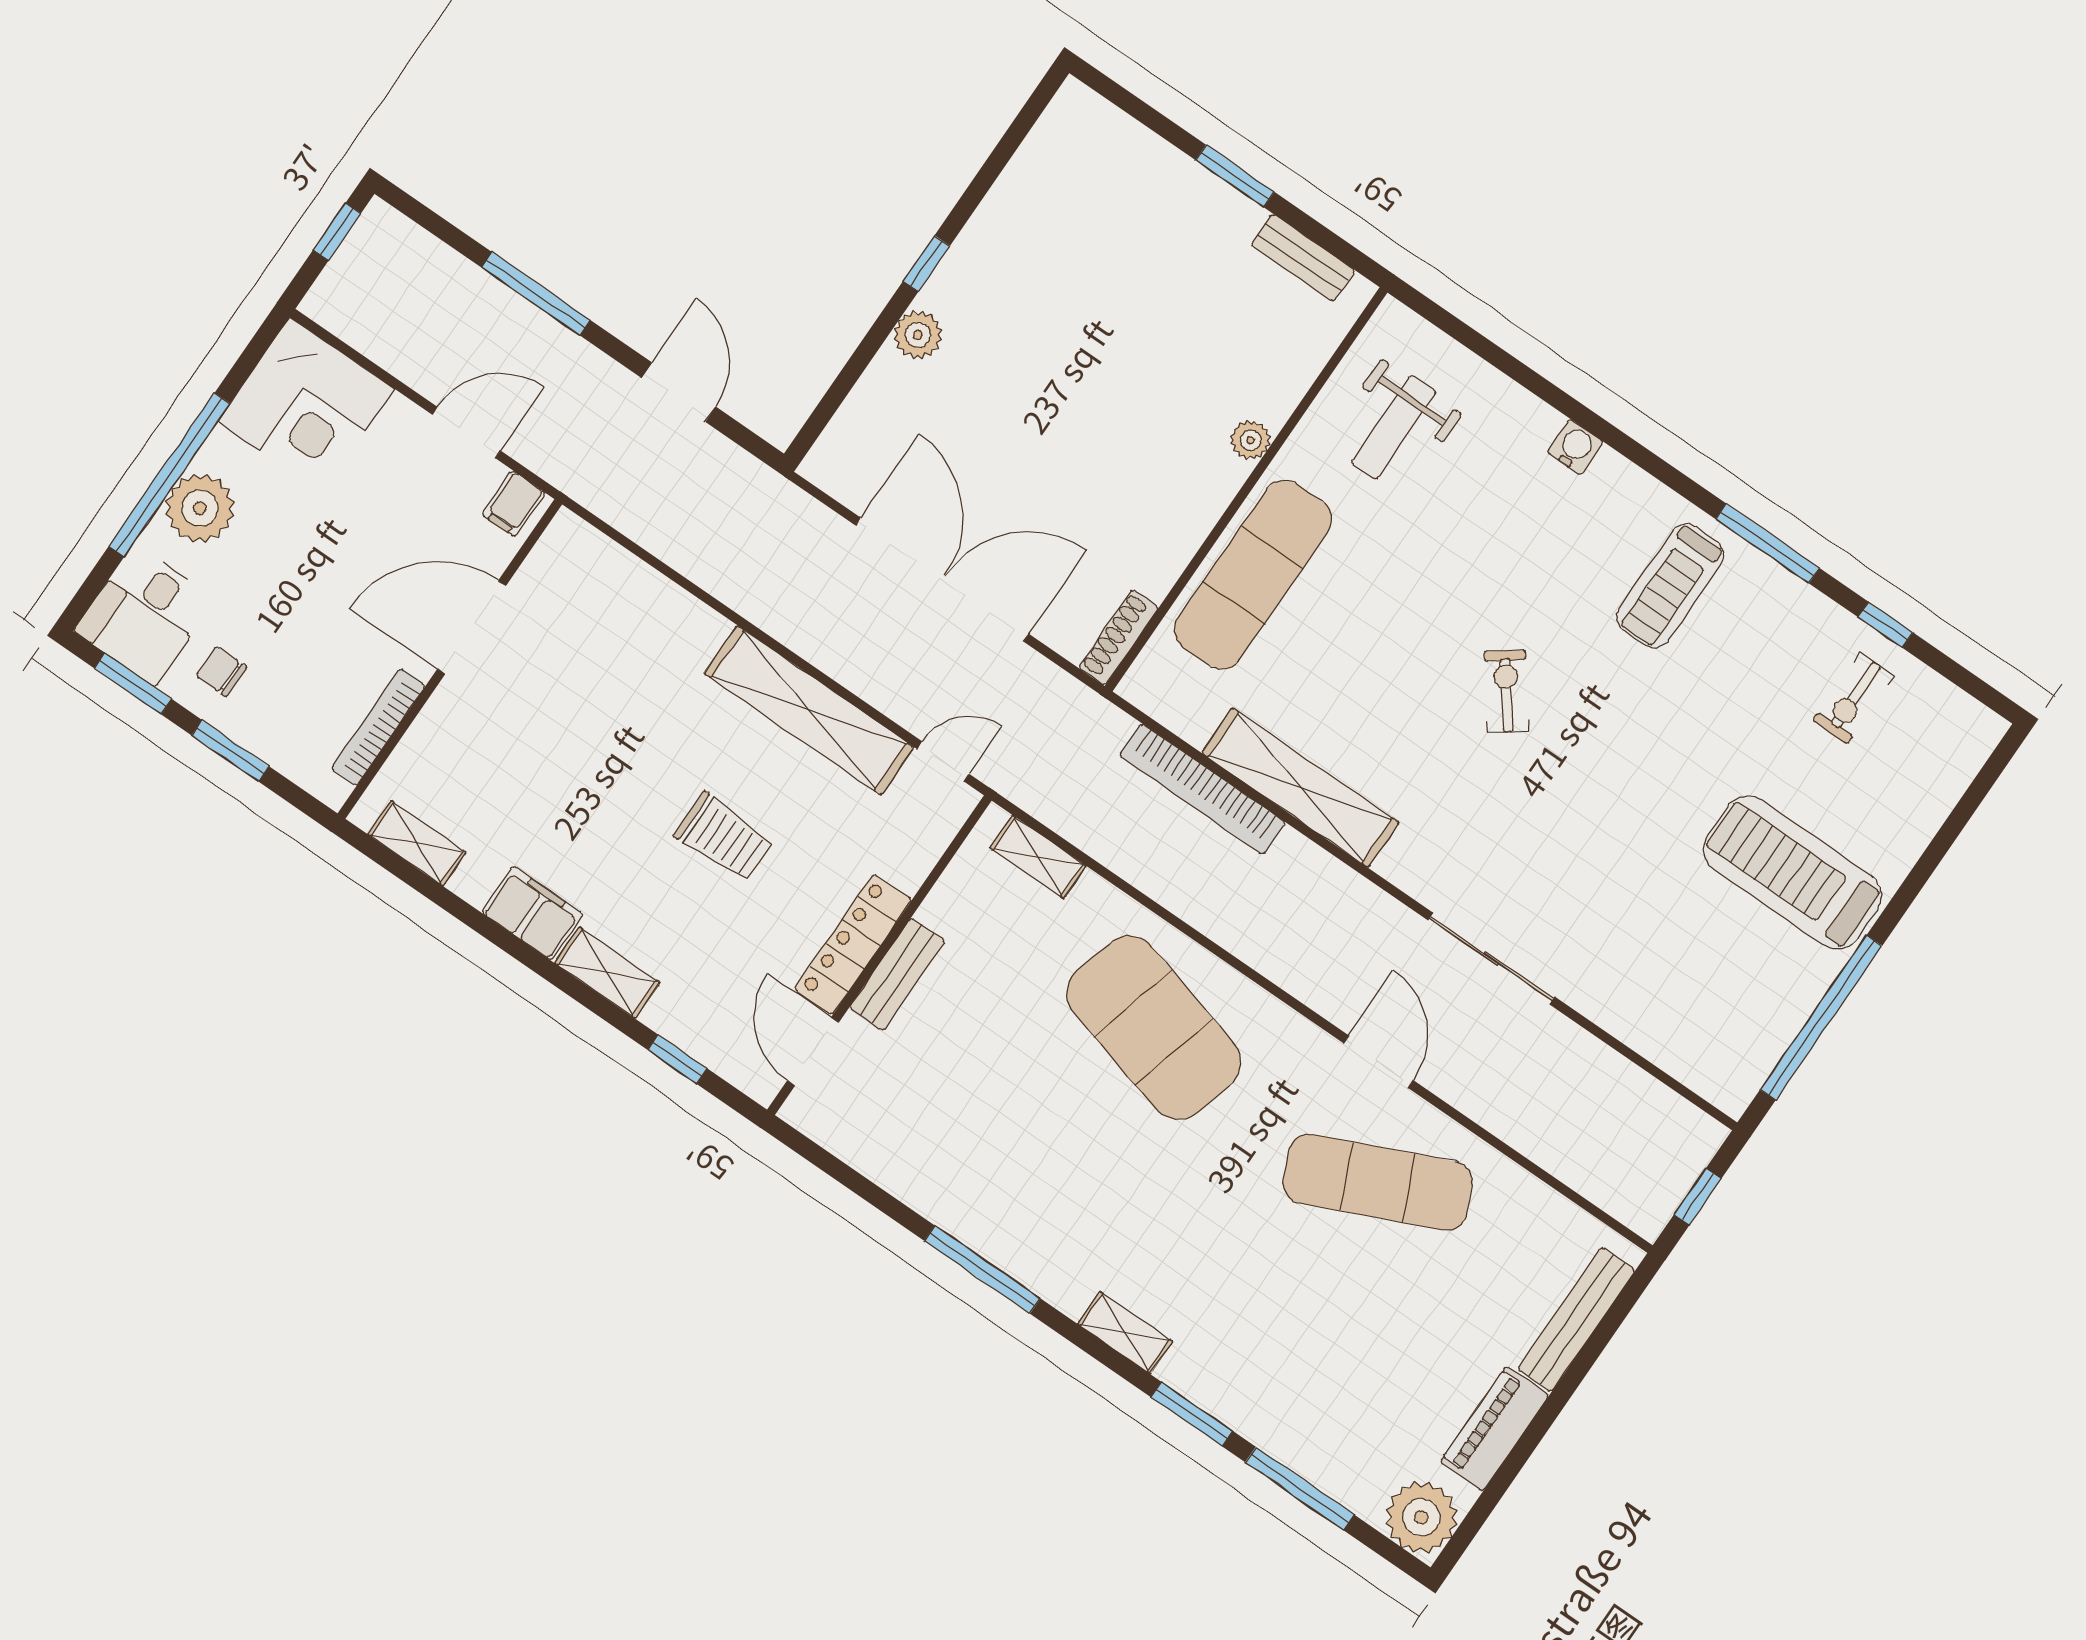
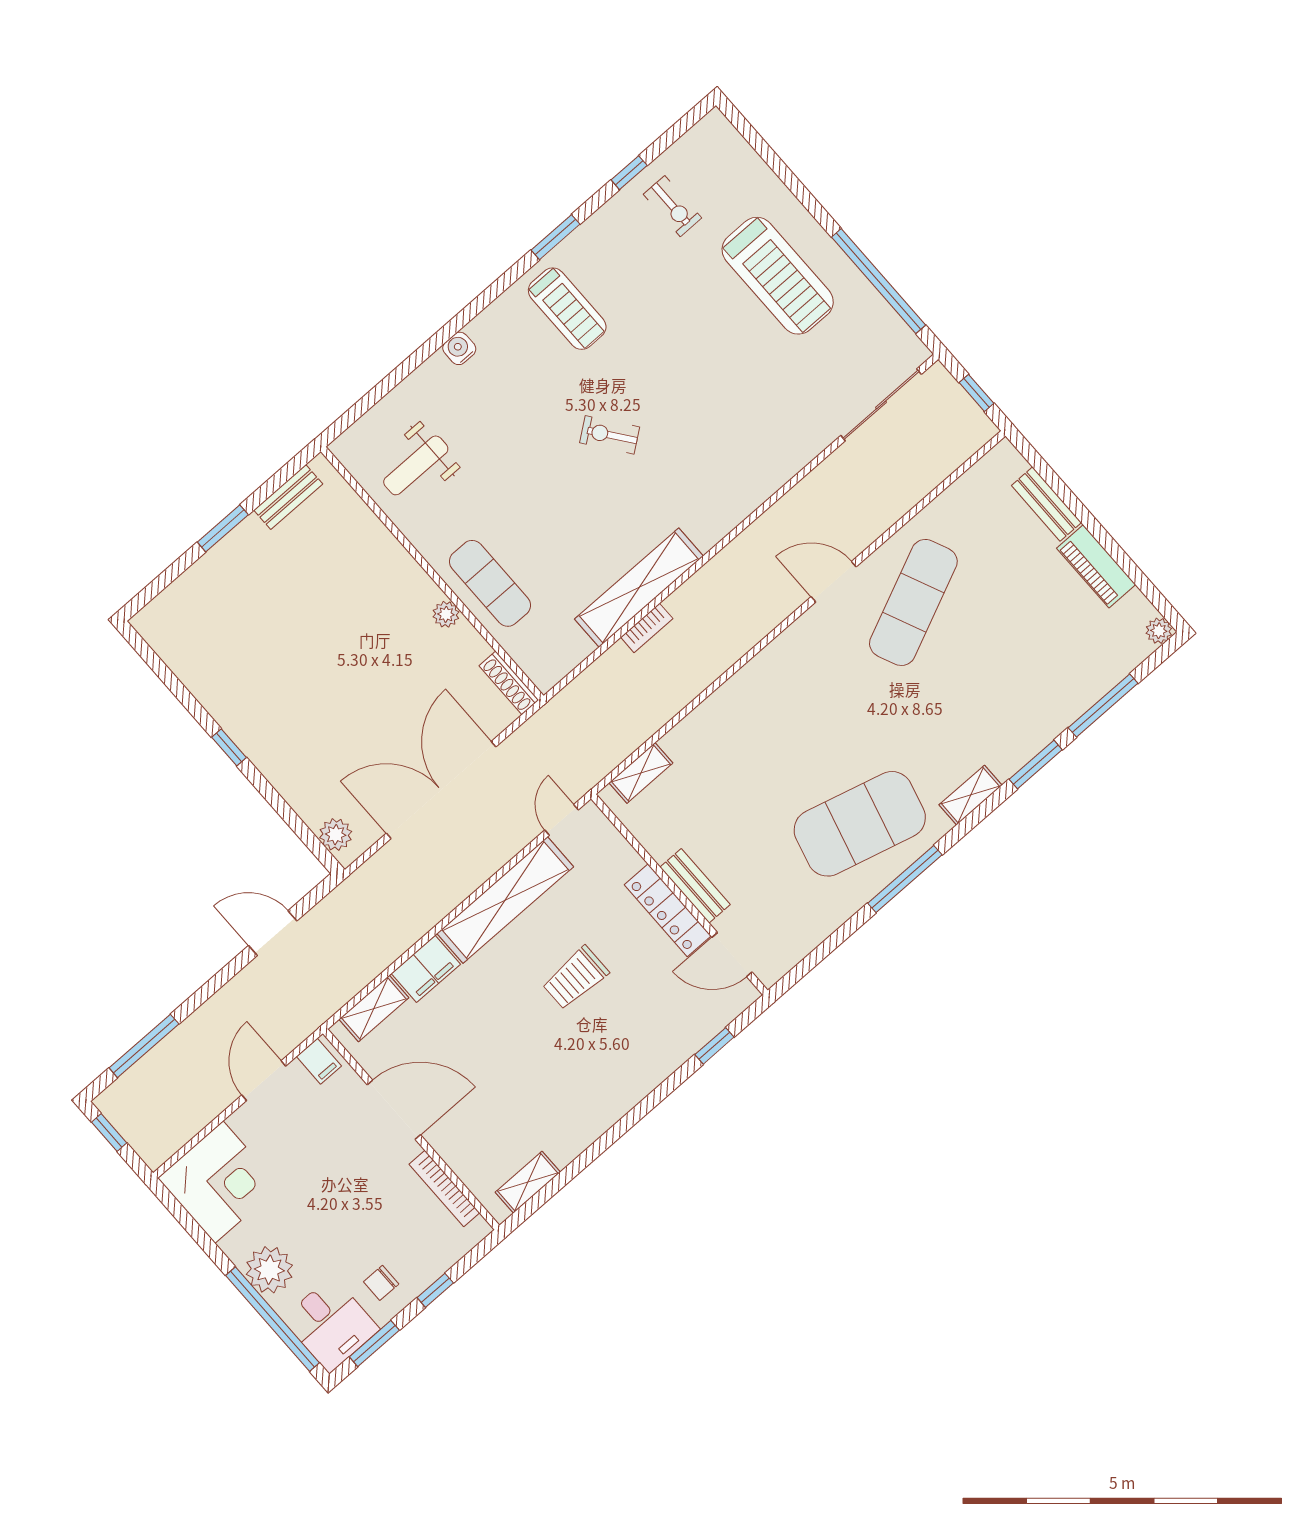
window: (536, 294) -> (144, 1046), moved
plant: (918, 335) -> (336, 835), moved
weight bench: (1394, 427) -> (416, 465), turned 90
plant: (1251, 440) -> (446, 614), moved
window: (169, 475) -> (272, 1319), moved
window: (1768, 544) -> (556, 237), width x0.69
exercise mat: (1253, 575) -> (490, 583), width x0.73, depth x0.69
door: (472, 627) -> (394, 1110), swing flipped
window: (230, 751) -> (435, 1290), width x0.67
bookcase: (1202, 789) -> (647, 628), width x0.43, depth x0.76
trolley: (724, 838) -> (575, 978), turned 180
treadmill: (1793, 872) -> (778, 276), turned -90
filing cabinet: (532, 913) -> (426, 969), moved, turned 180
sliding door: (1491, 959) -> (881, 405), moved
shelving: (607, 973) -> (374, 1008), moved
exercise mat: (1154, 1028) -> (860, 824), moved
bench: (1576, 1319) -> (1046, 504), width x0.73
plant: (1421, 1517) -> (1159, 631), width x0.53, depth x0.53

